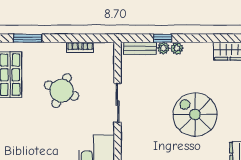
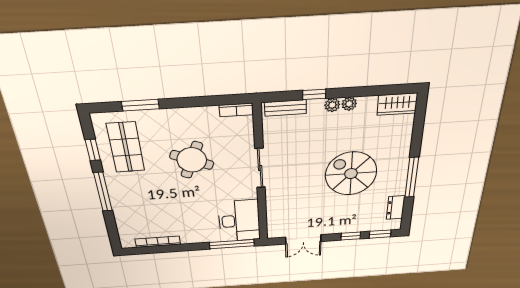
bookcase: (80, 47) -> (236, 110), moved
plant: (163, 48) -> (349, 104), moved

